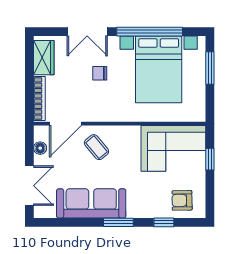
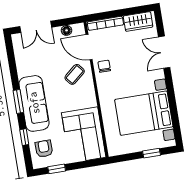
window: (150, 32) -> (172, 101), removed
window: (210, 68) -> (152, 153), width x0.67
chair: (100, 73) -> (104, 66), moved
window: (210, 159) -> (57, 169), moved
sofa: (91, 203) -> (34, 103), moved

